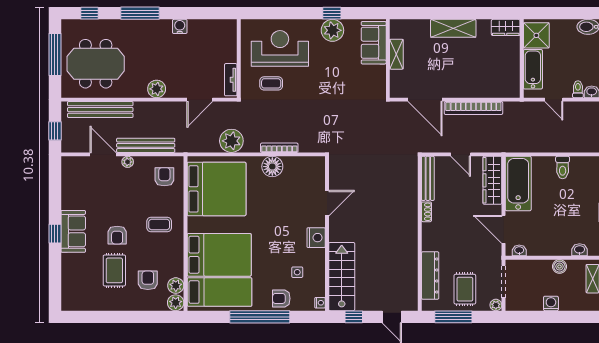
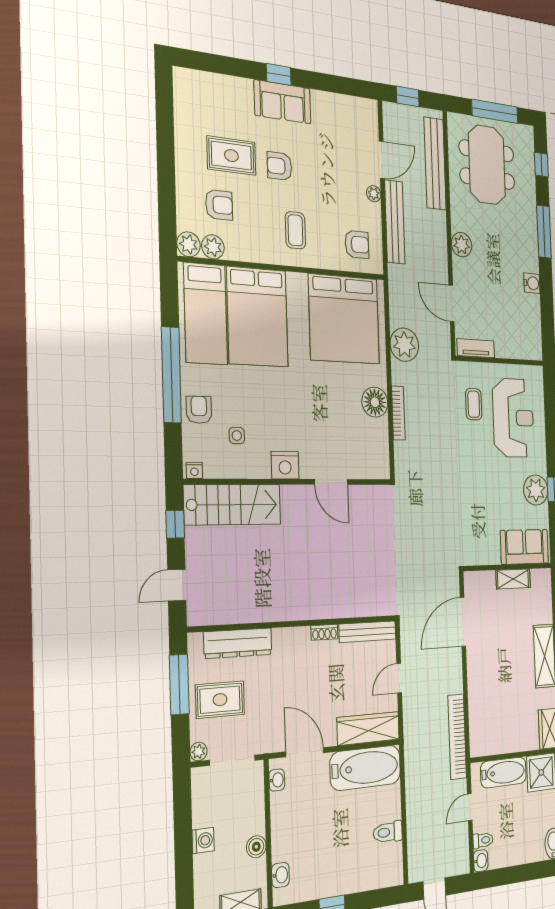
bookcase: (473, 108) -> (457, 737), moved
door: (503, 229) -> (305, 752), hinge flipped

